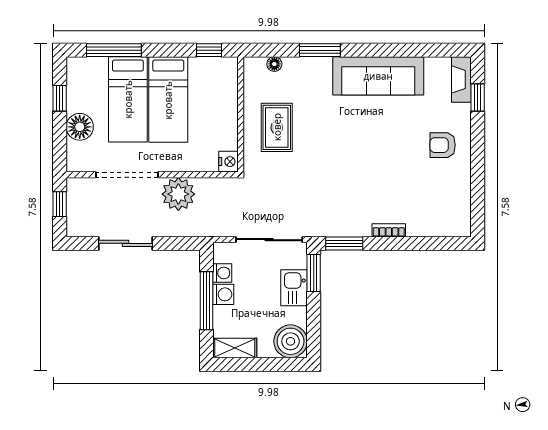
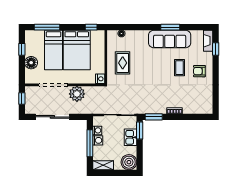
window: (320, 50) -> (170, 27), moved
bed: (168, 100) -> (77, 50), width x1.50
coffee table: (400, 137) -> (180, 68), added
sliding door: (125, 243) -> (52, 117), width x1.37

